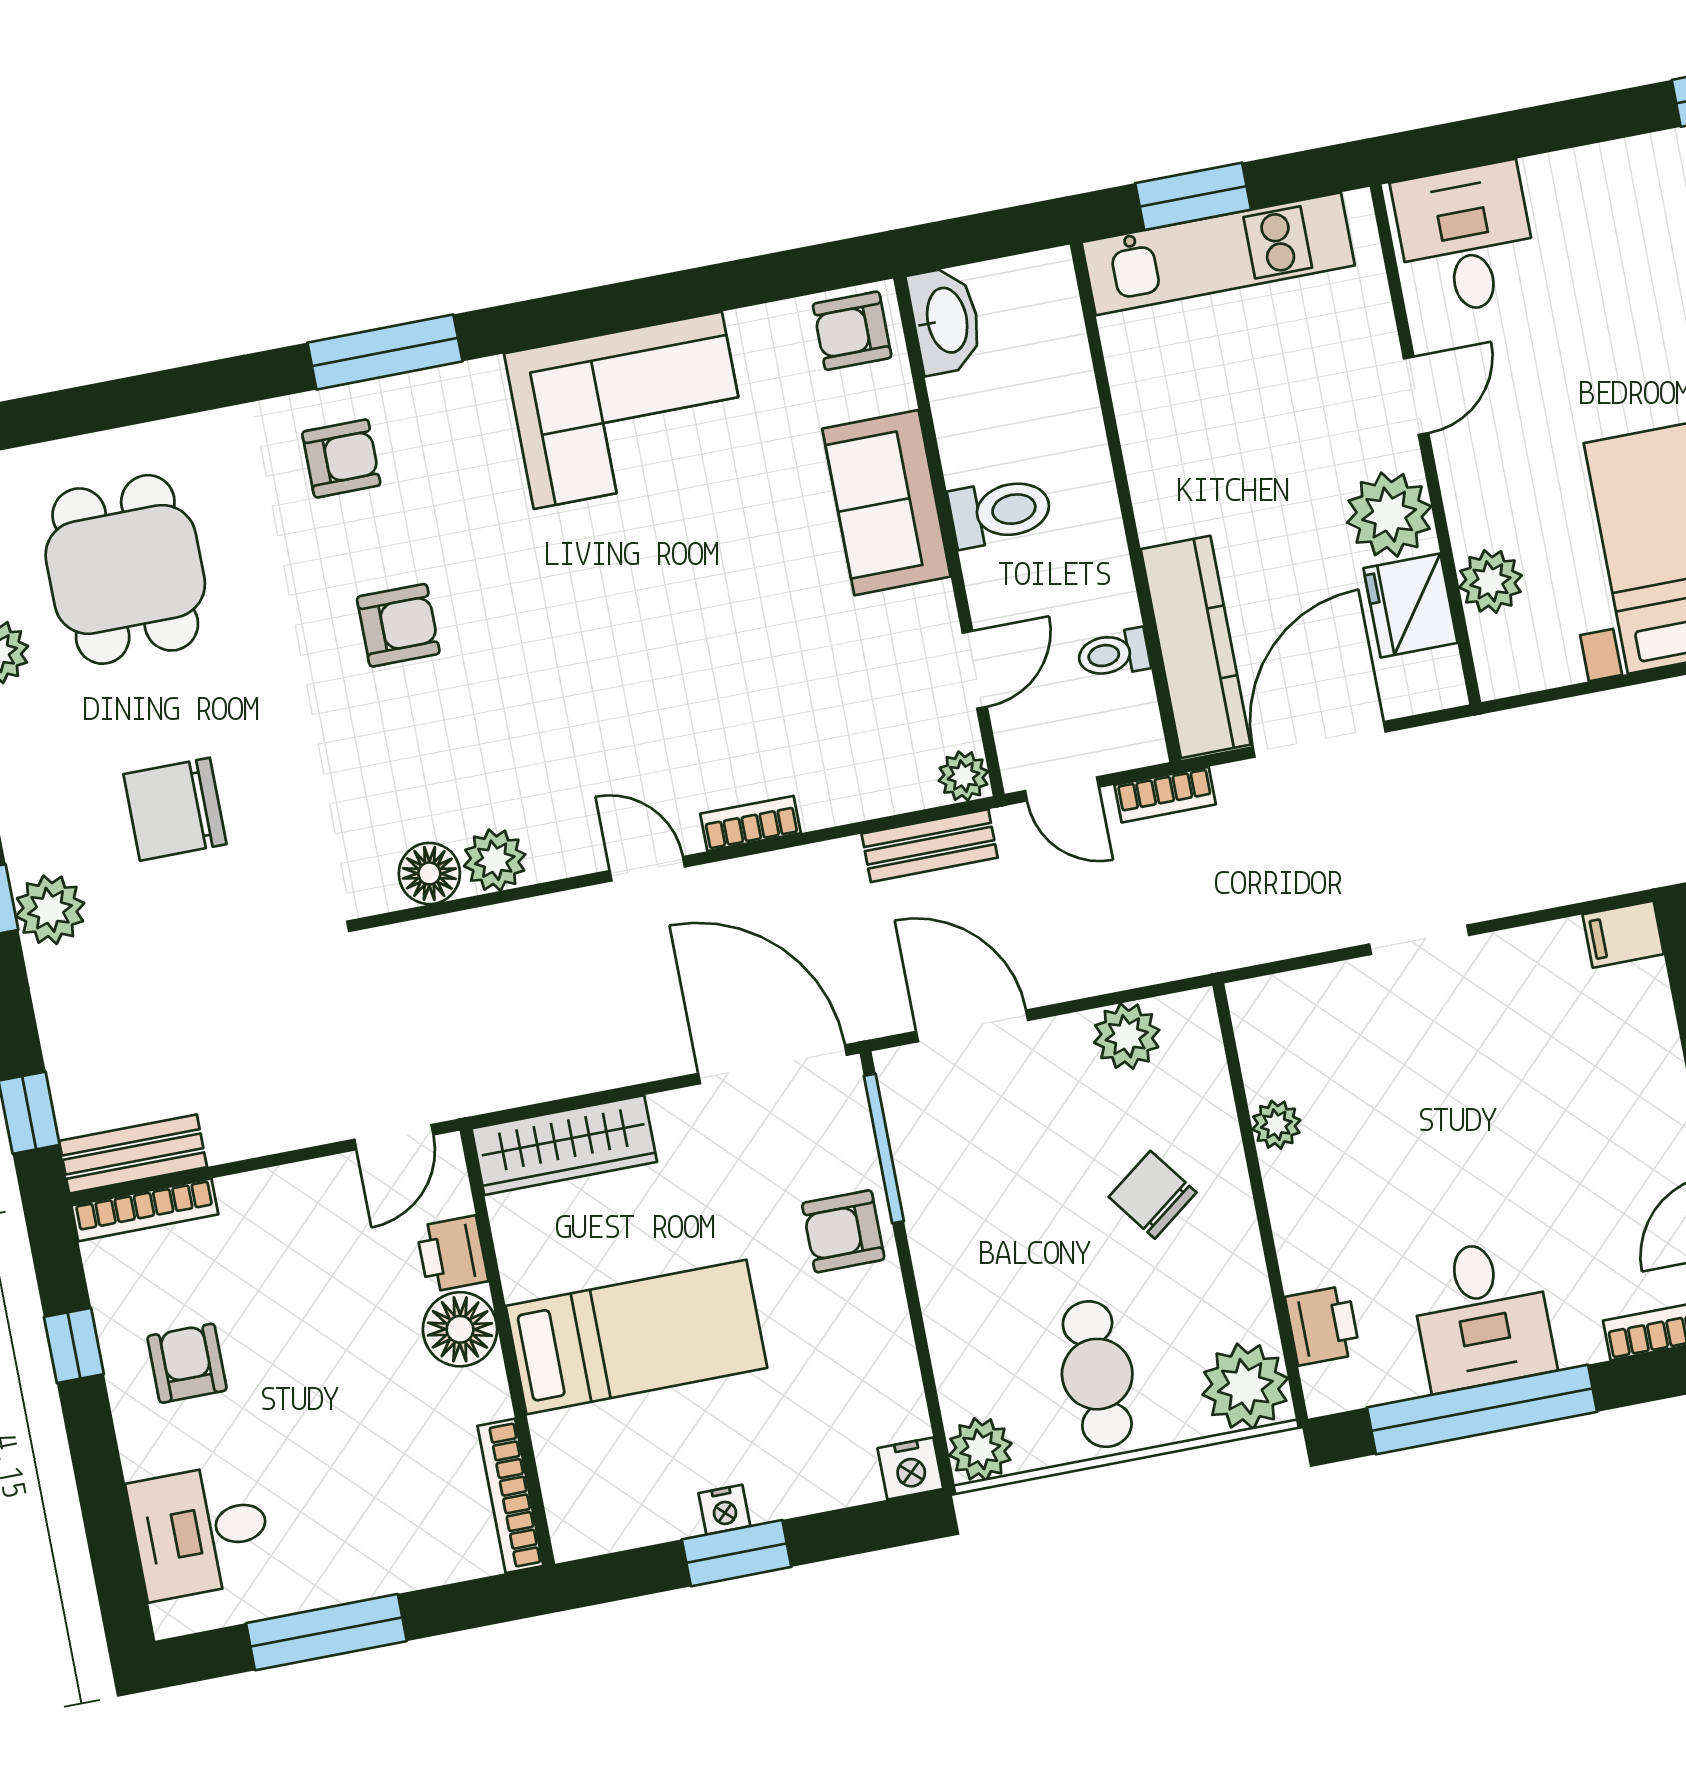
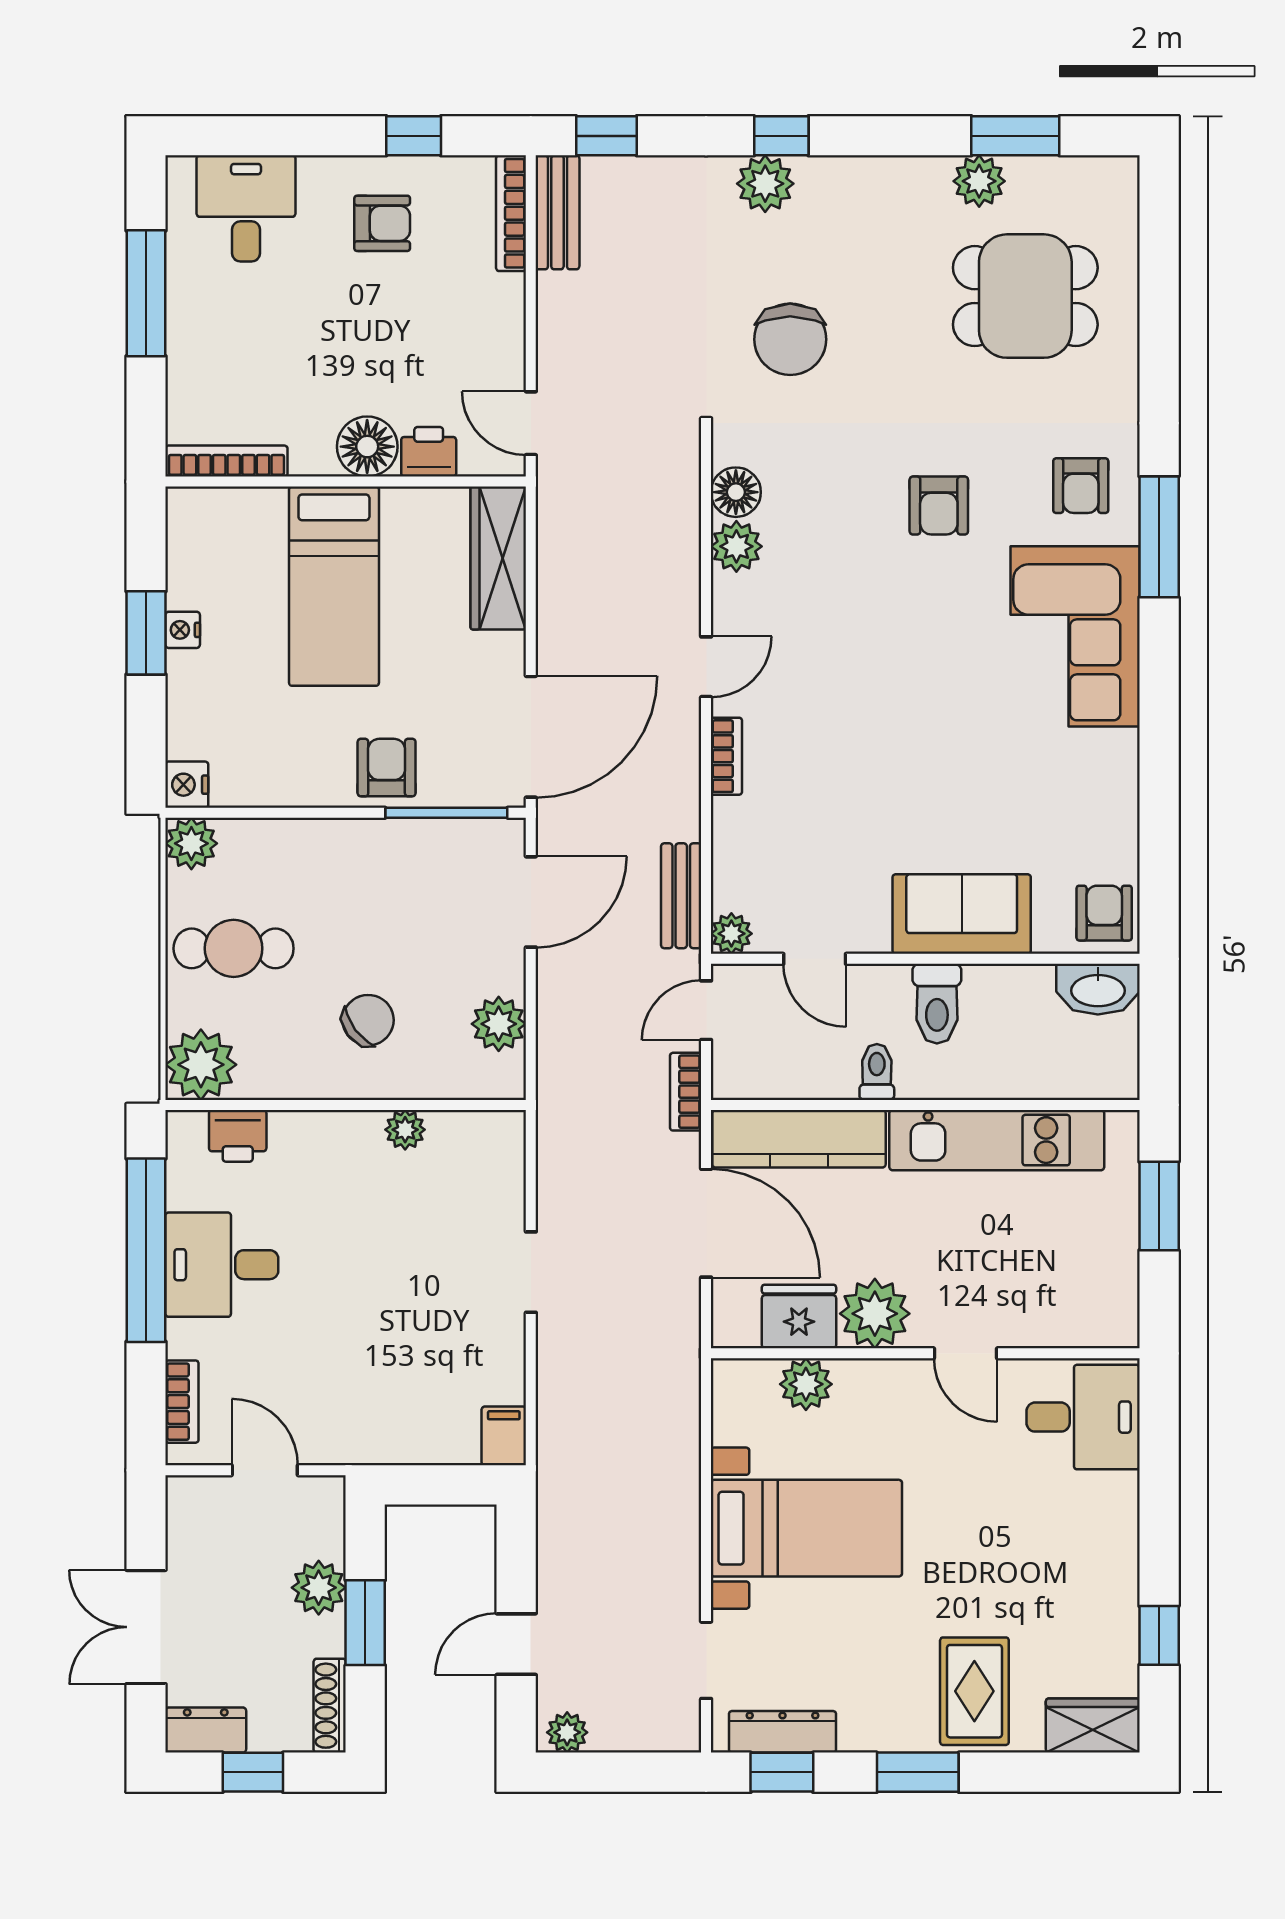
kitchen unit: (1218, 254) -> (997, 1140), moved, turned -90
corner sofa: (628, 410) -> (1075, 636), moved
toilet: (1113, 654) -> (877, 1072), moved
chair: (175, 809) -> (790, 339), moved, turned 180

